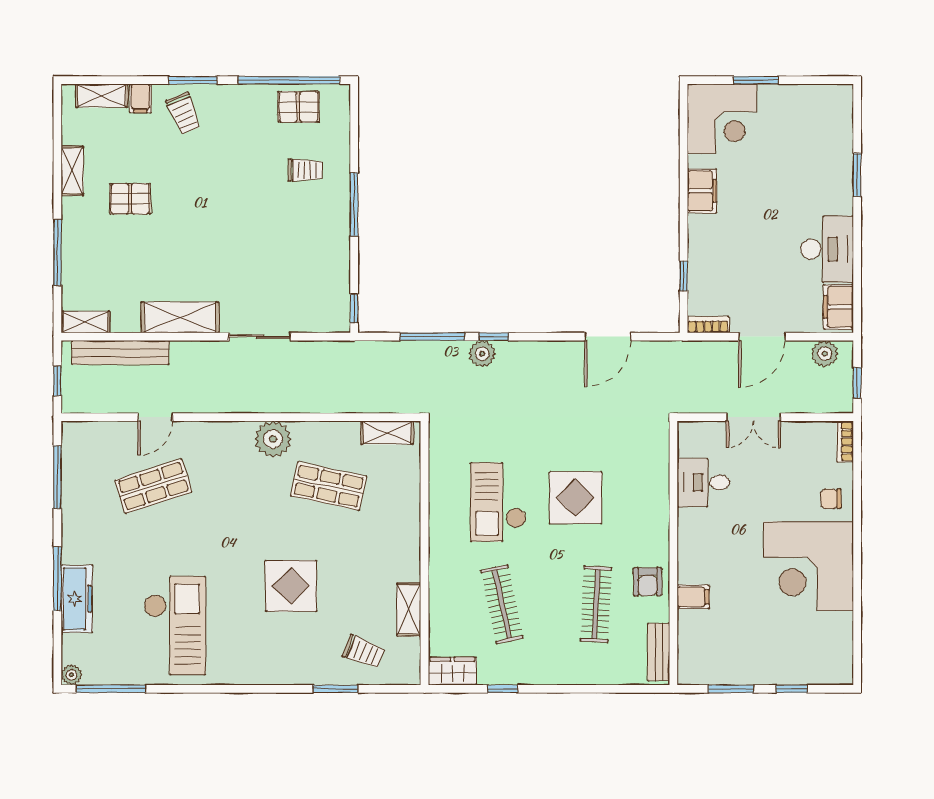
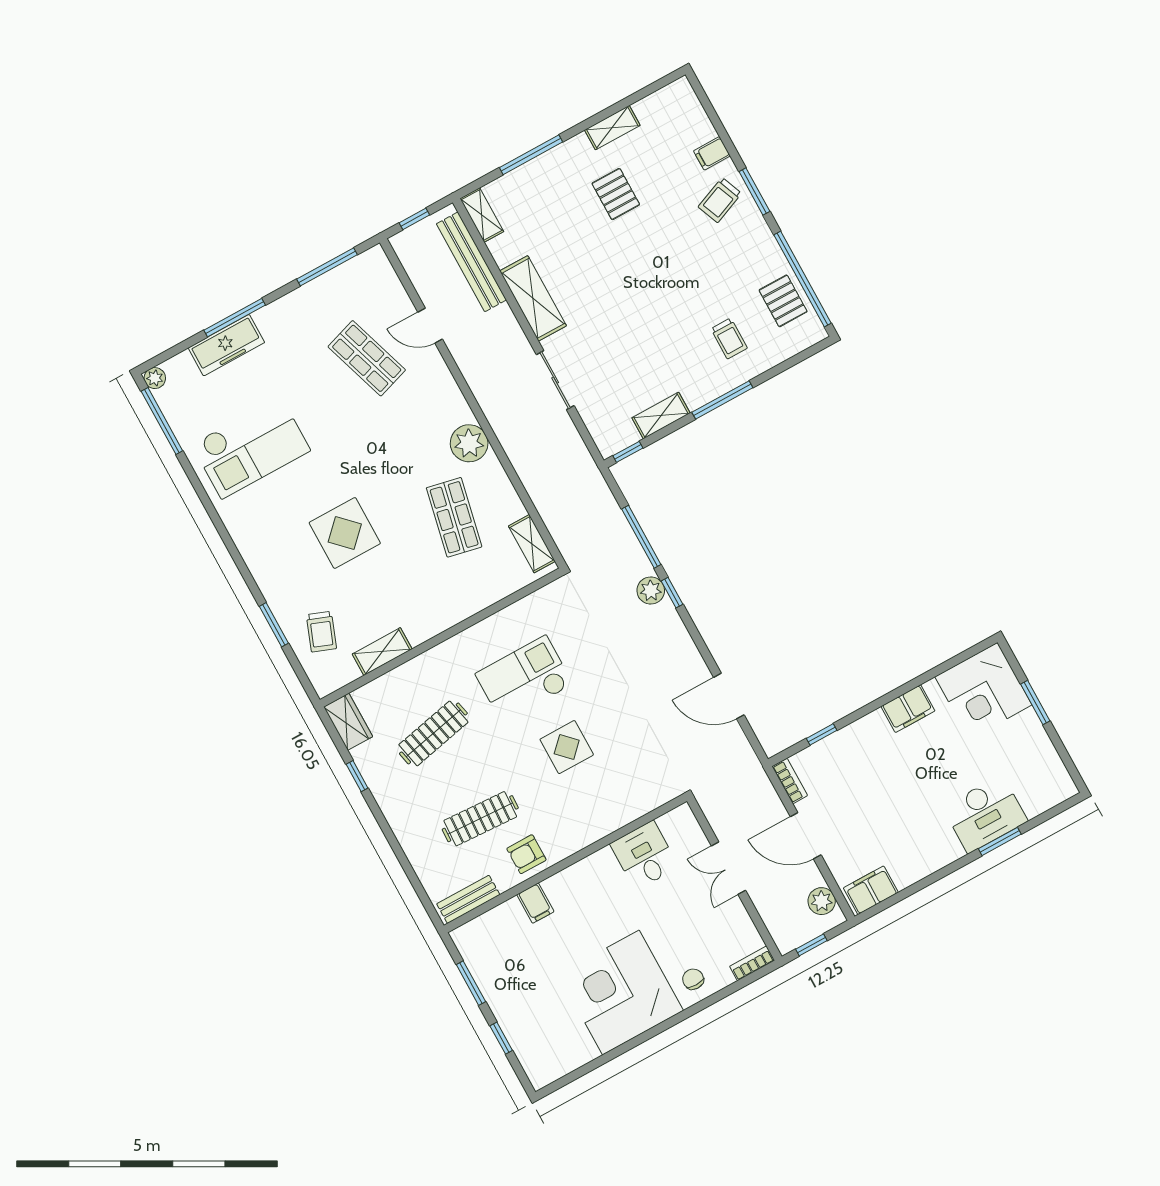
shelving: (102, 96) -> (661, 415), moved, turned 90
desk: (827, 249) -> (985, 814), moved
display table: (576, 498) -> (567, 747), width x0.73, depth x0.73

